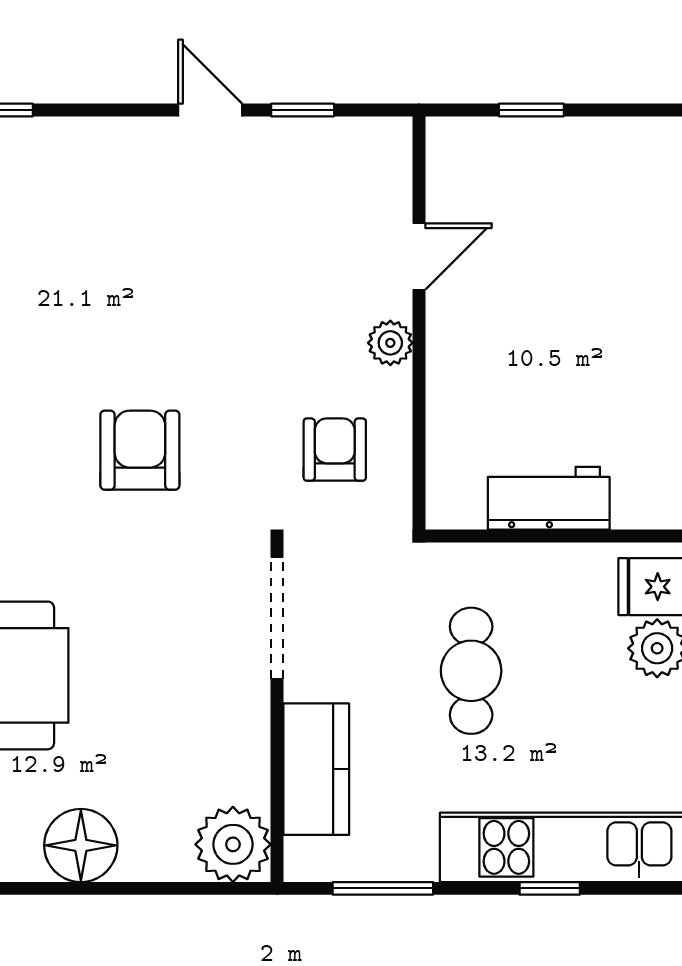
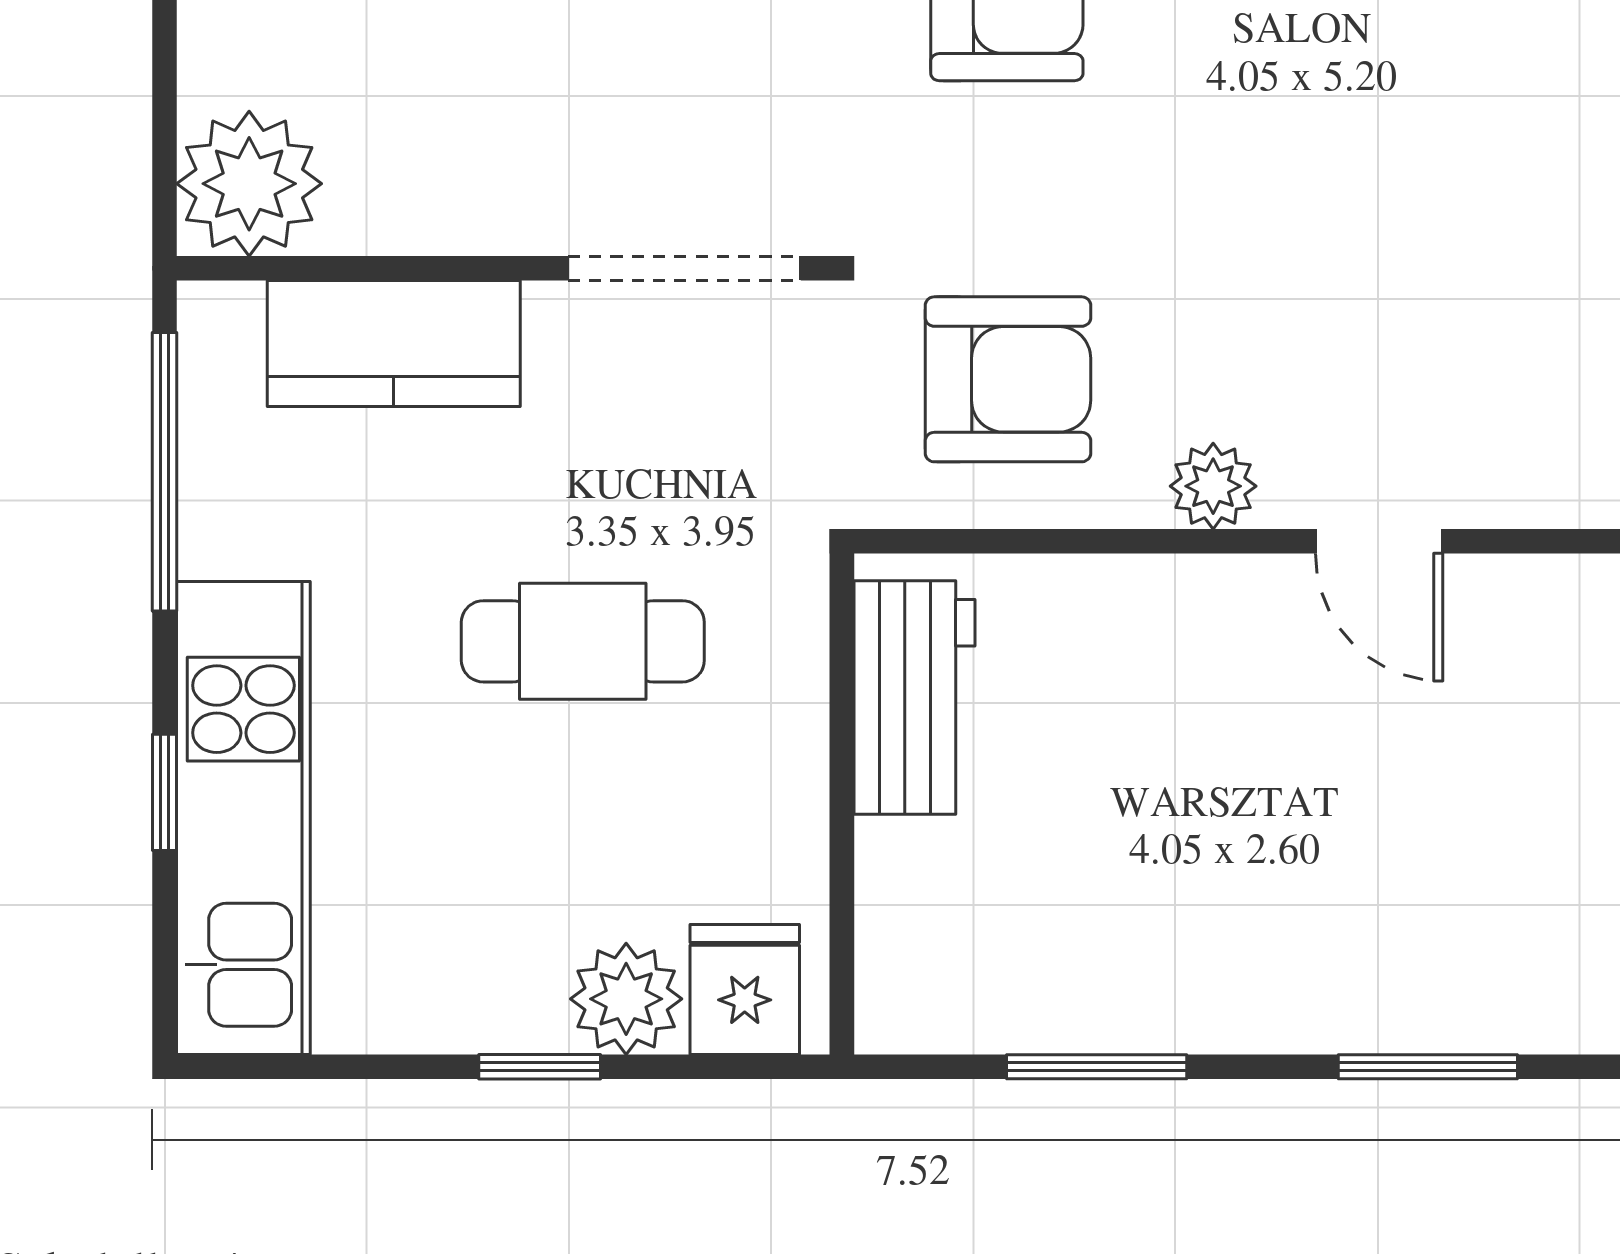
armchair: (335, 450) -> (1008, 379), width x1.38, depth x1.38
workbench: (549, 498) -> (914, 697), moved
window: (383, 888) -> (165, 472), width x1.44

